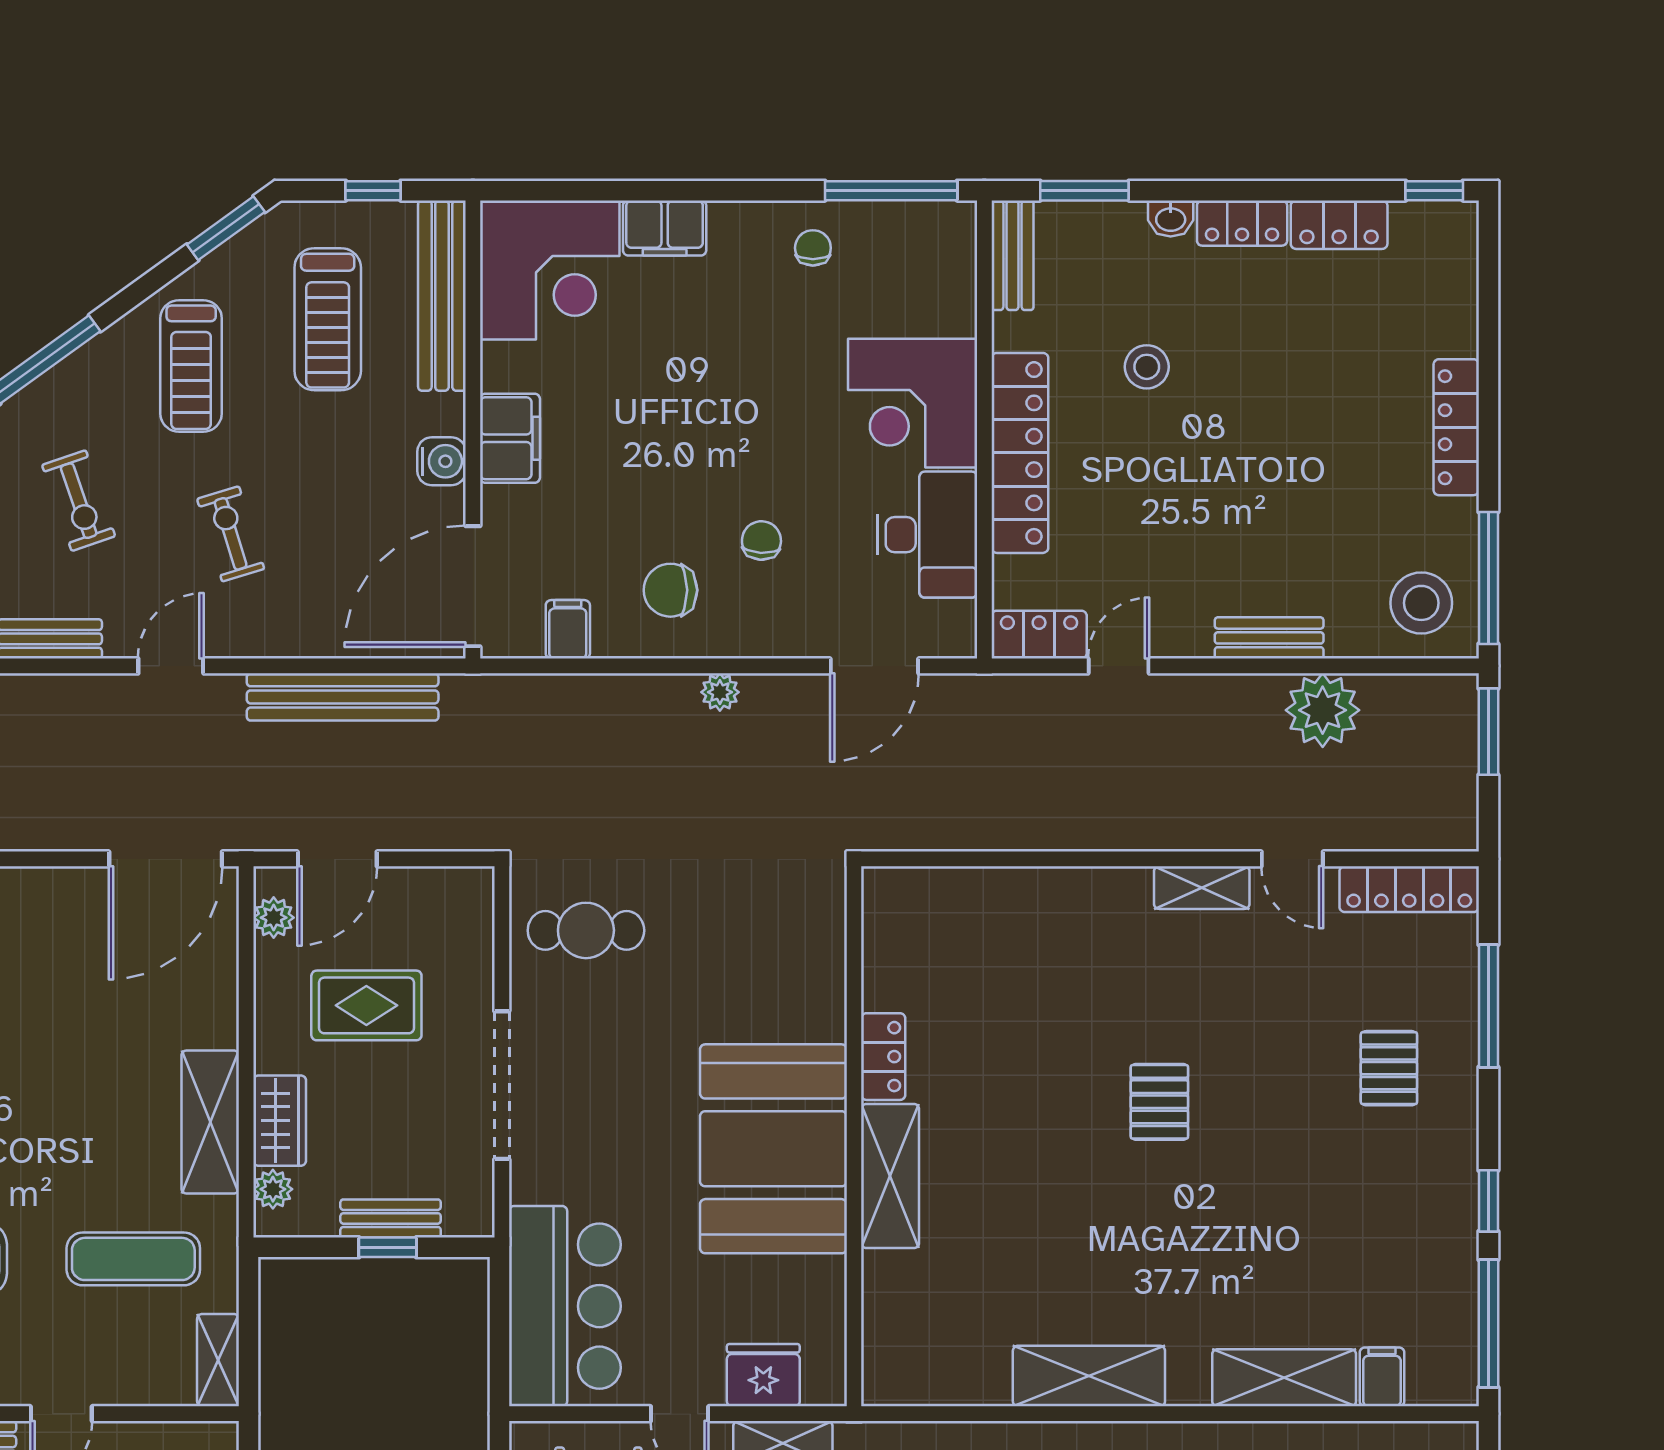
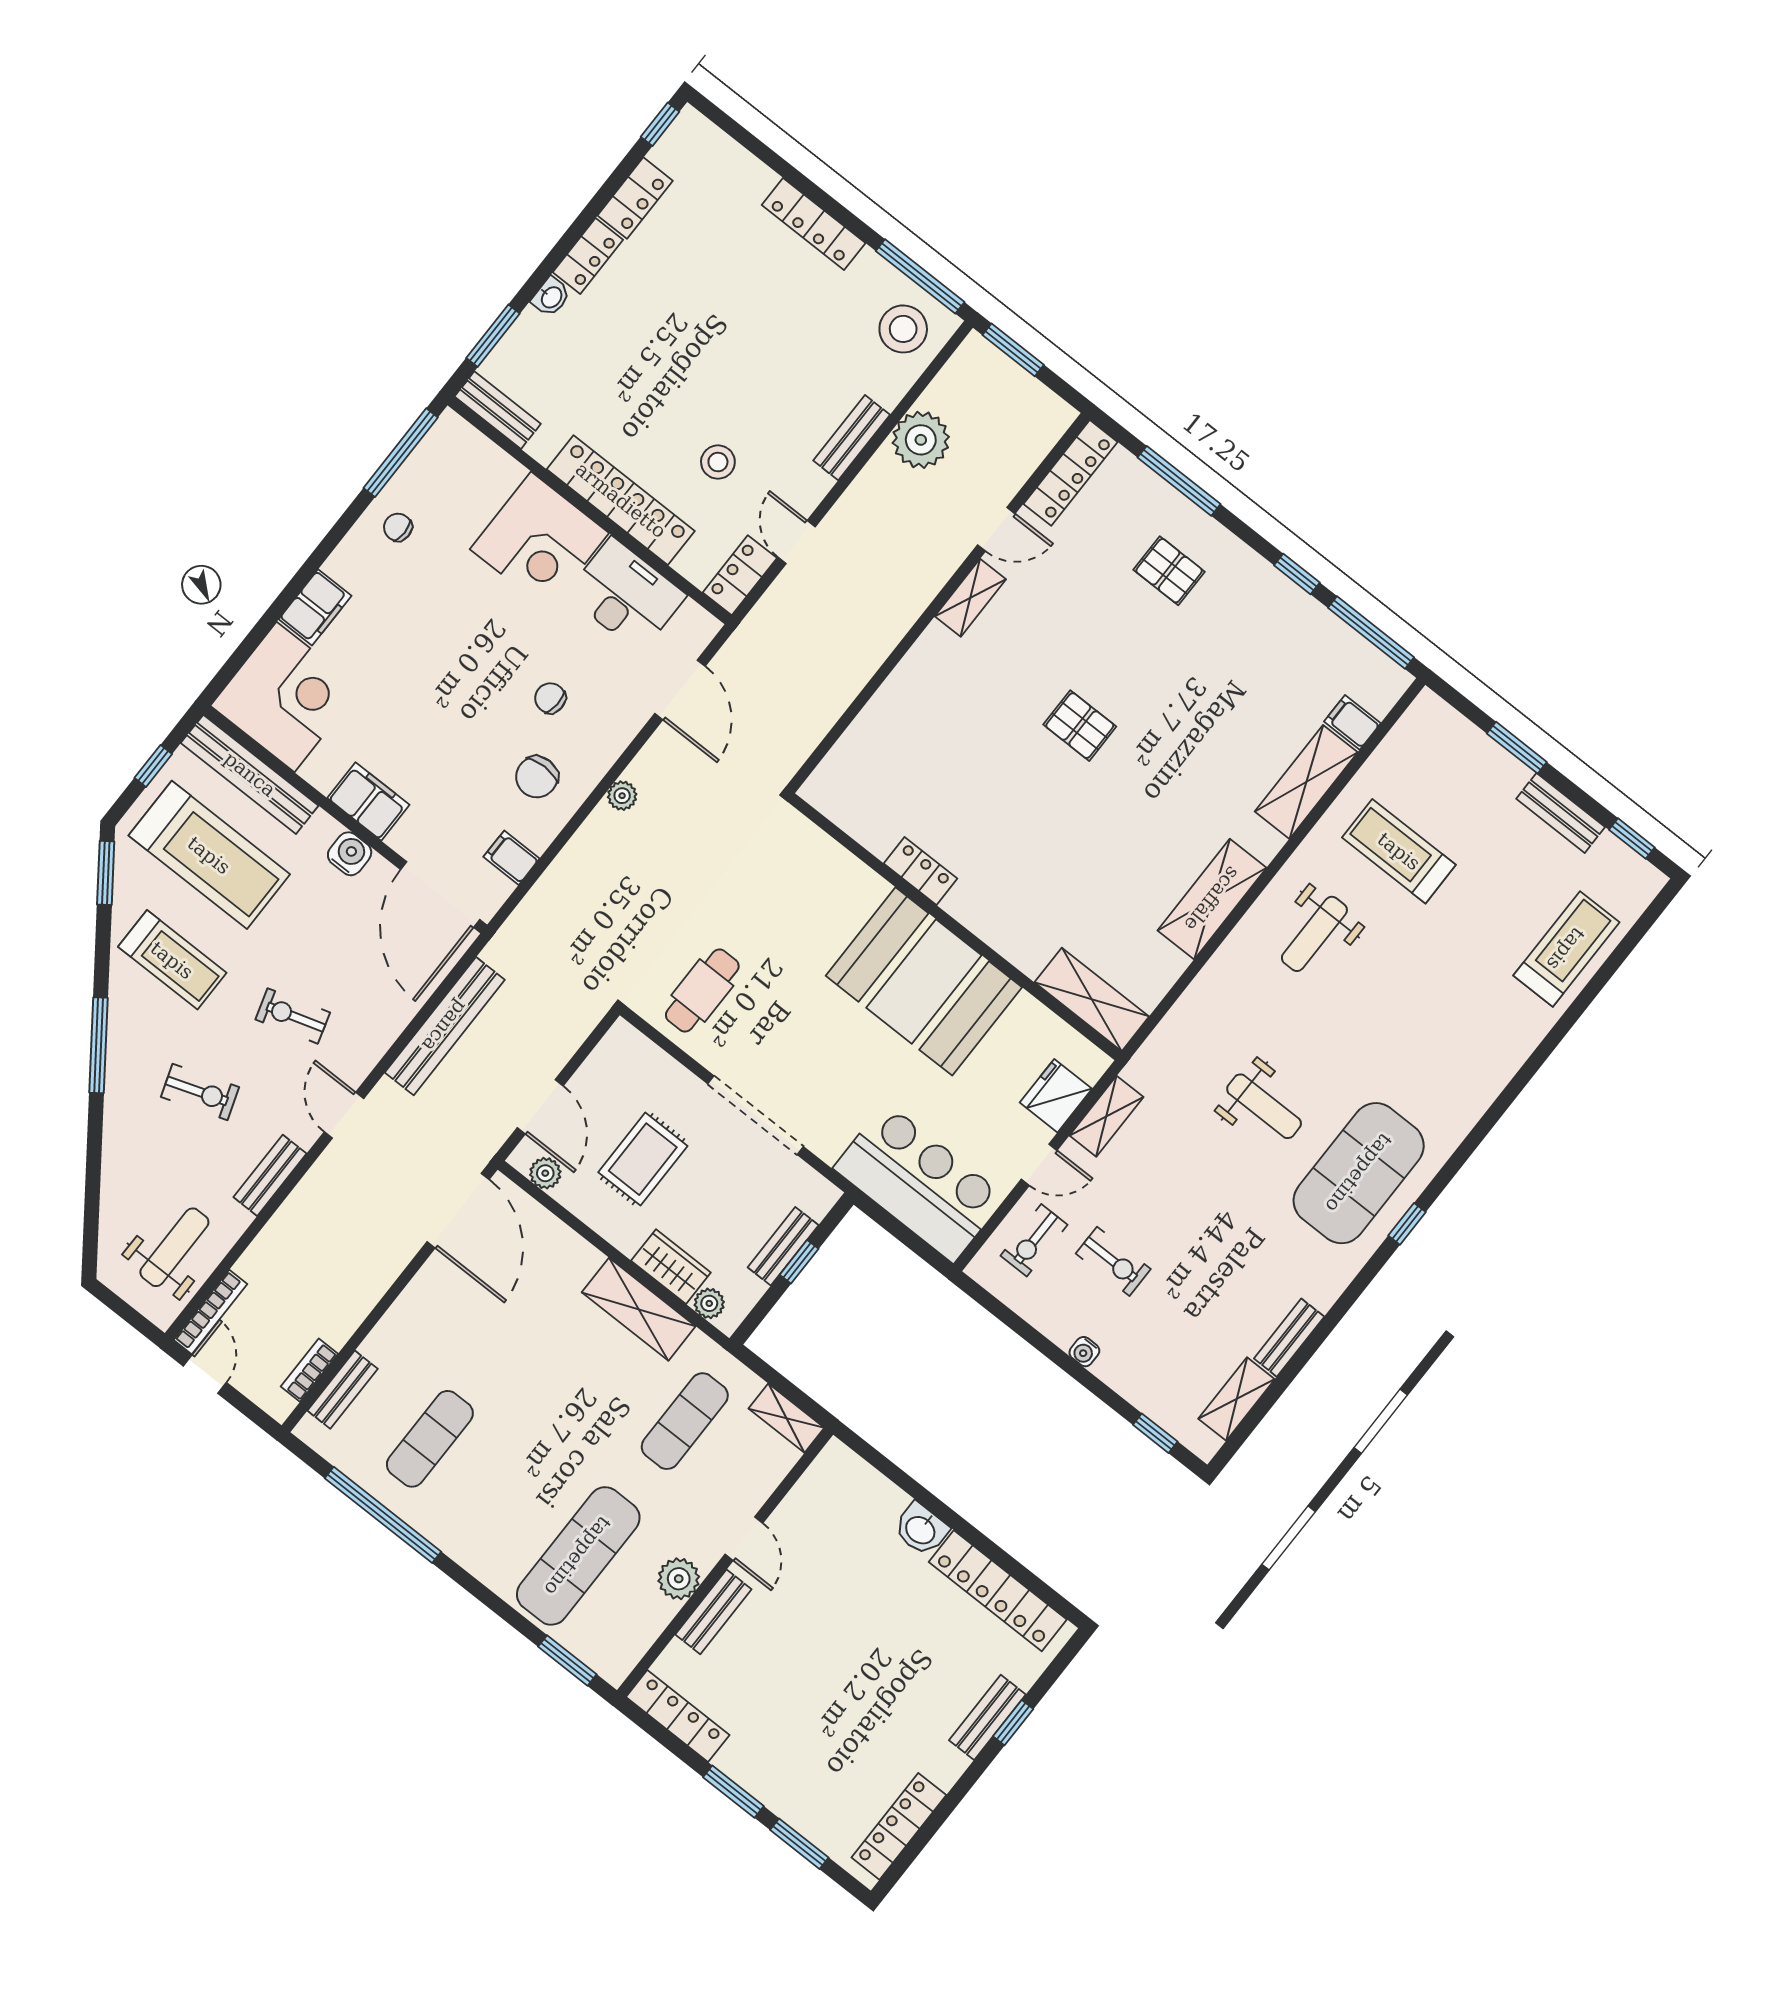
treadmill: (328, 319) -> (209, 855), width x1.37, depth x1.38
stool: (1147, 367) -> (718, 462), moved
shelving: (890, 1176) -> (1092, 999), moved

